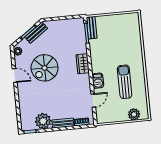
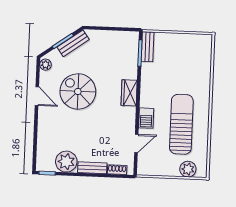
spiral stairs: (45, 68) -> (78, 91), turned 90
sun lounger: (125, 82) -> (181, 124), width x1.36, depth x1.34

